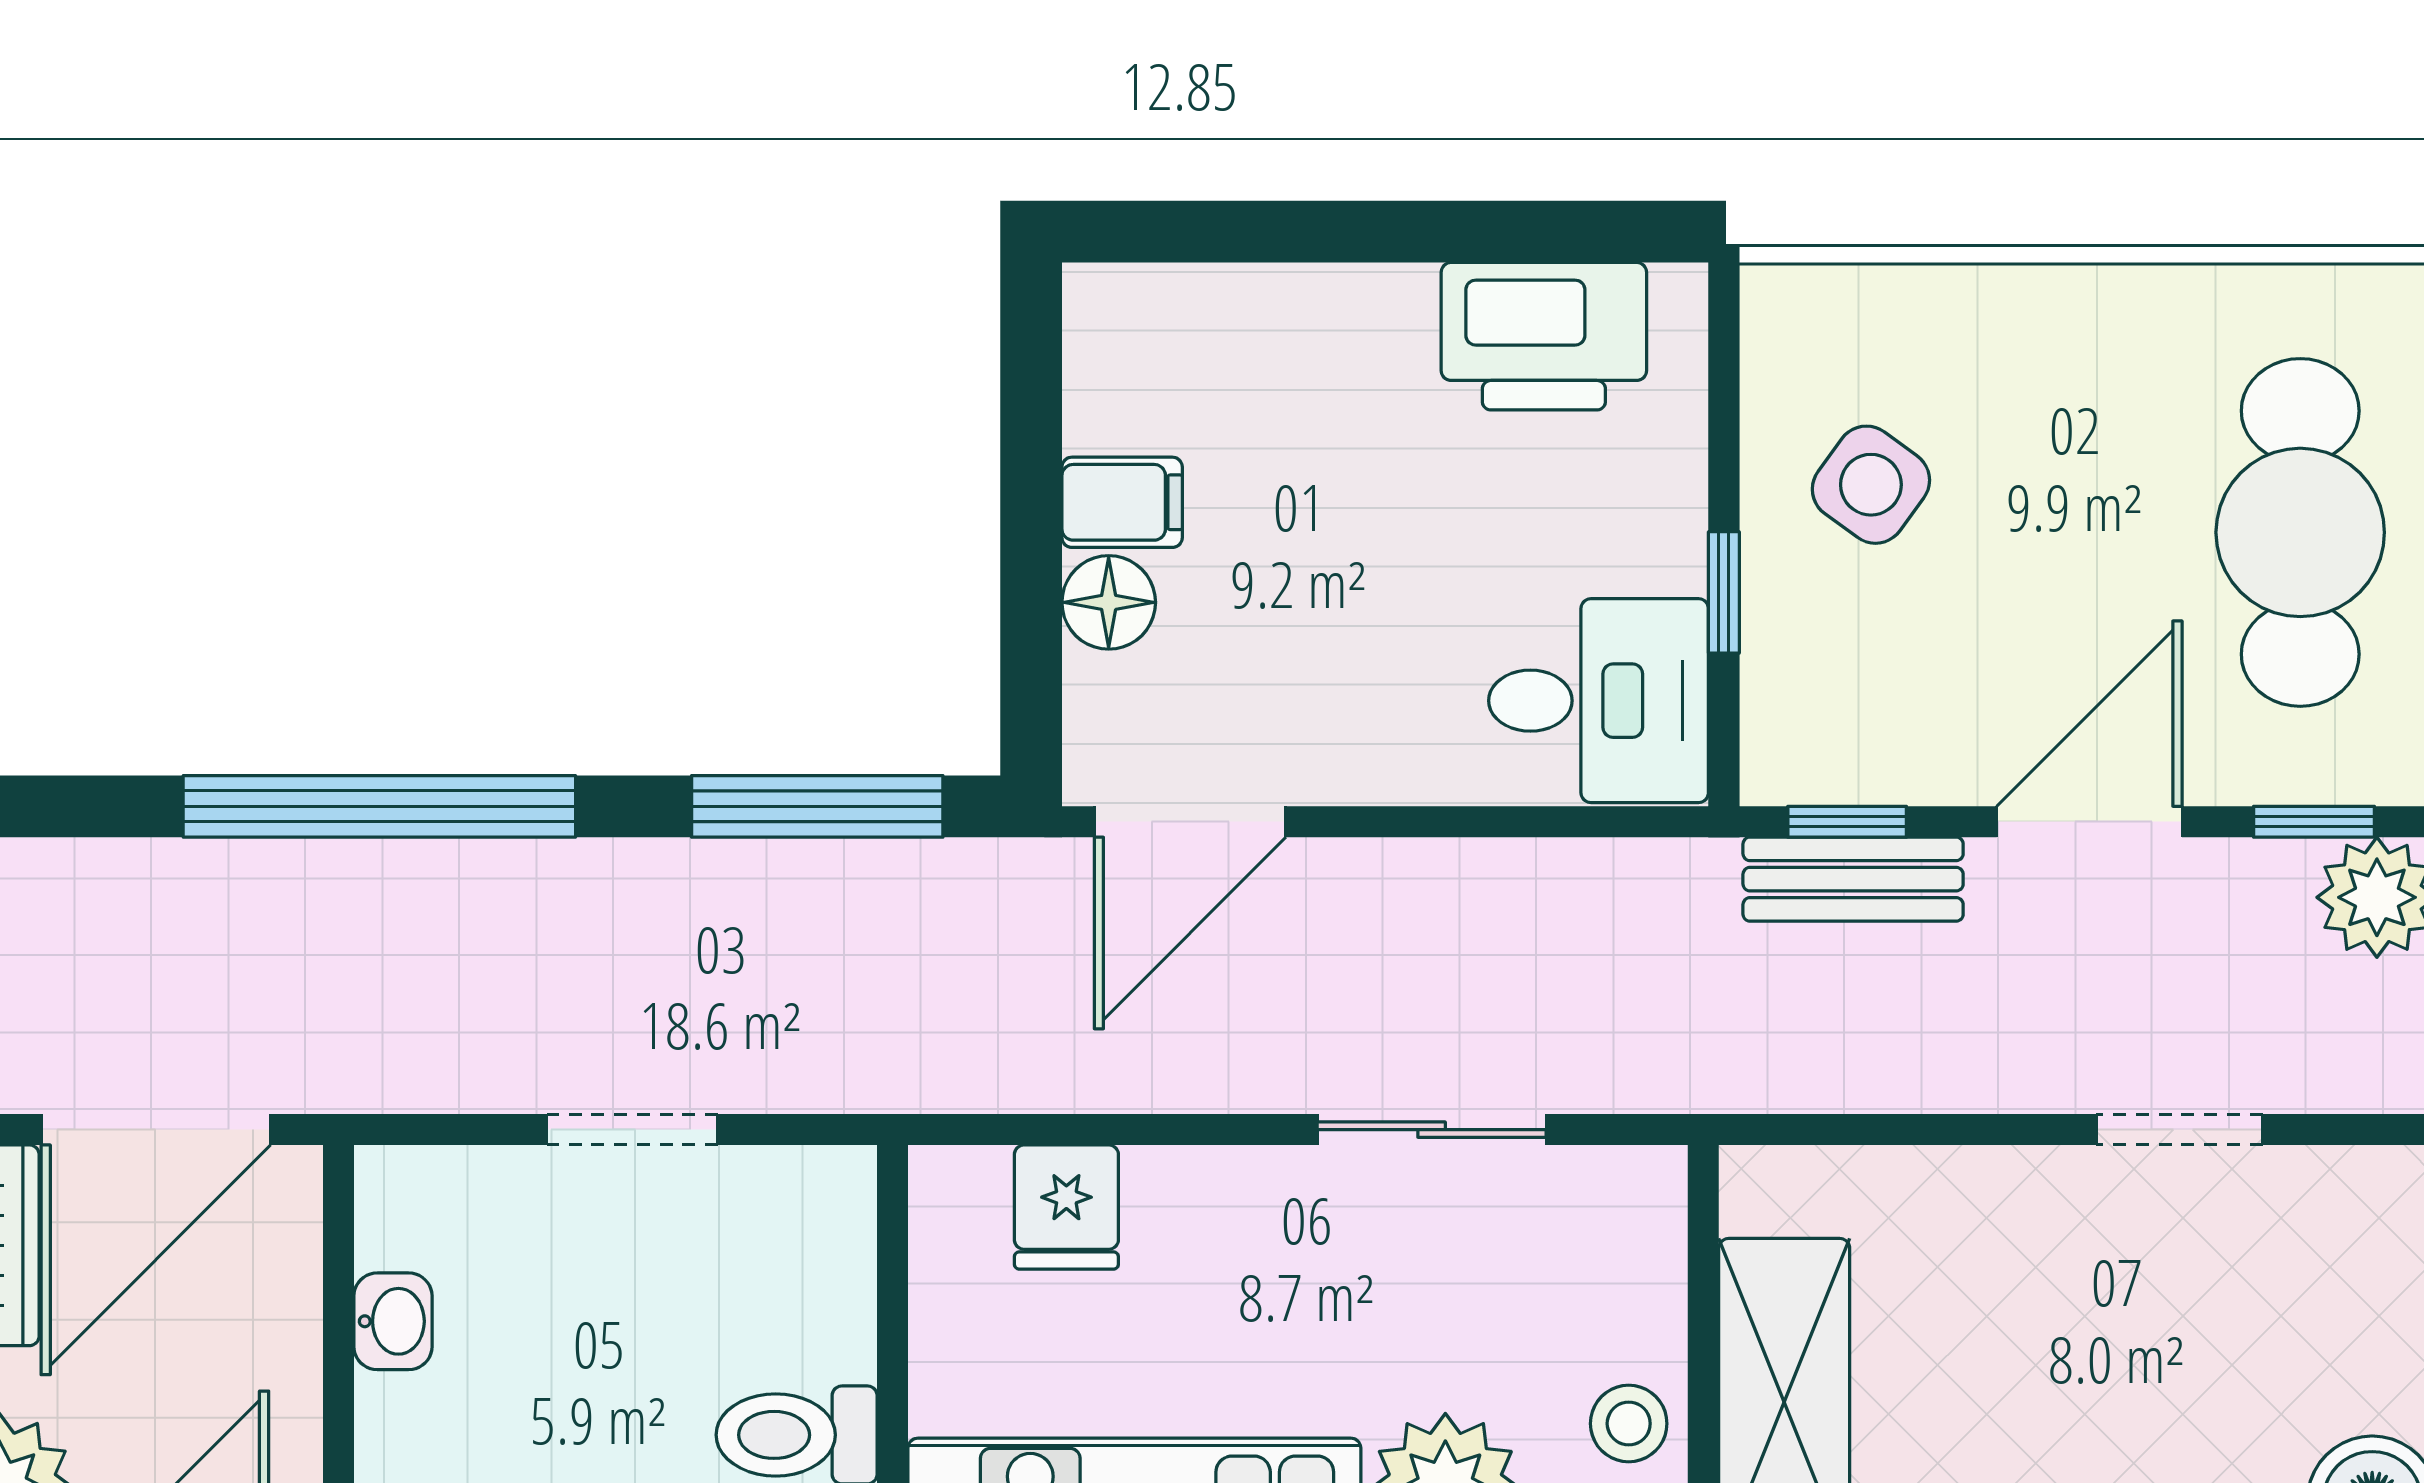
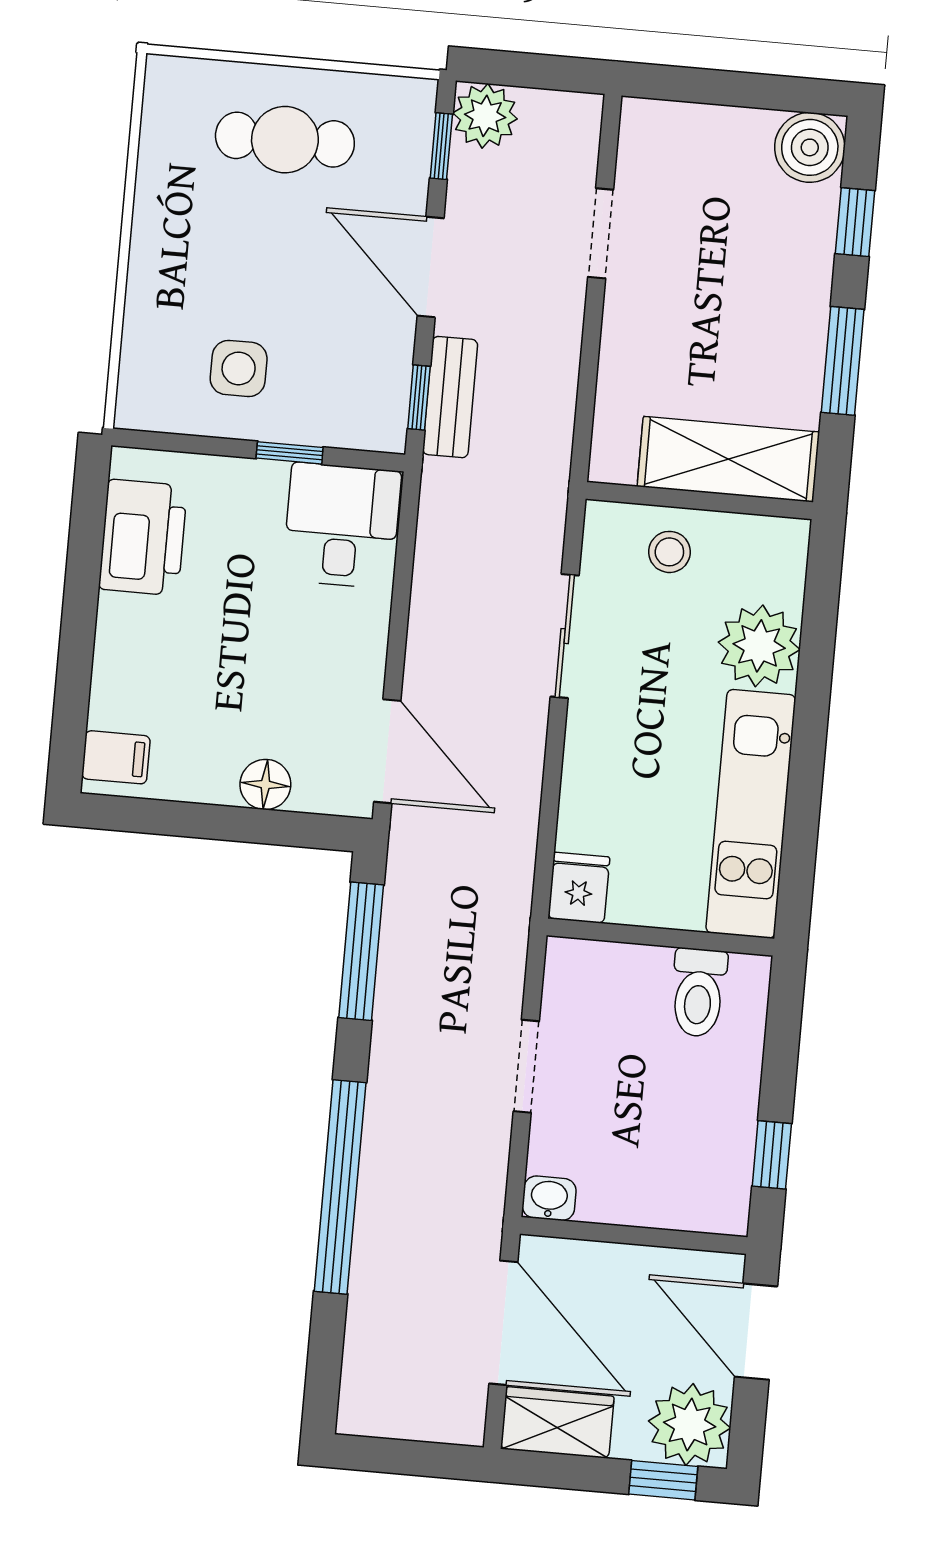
side table: (1871, 485) -> (239, 368), turned -36
filing cabinet: (1122, 502) -> (116, 757), moved, turned 90
cafe table: (2300, 532) -> (285, 140), width x0.73, depth x0.74
fridge: (1066, 1207) -> (579, 888), moved, turned -90
washbasin: (393, 1321) -> (549, 1198), moved
stool: (1629, 1424) -> (669, 552), moved

